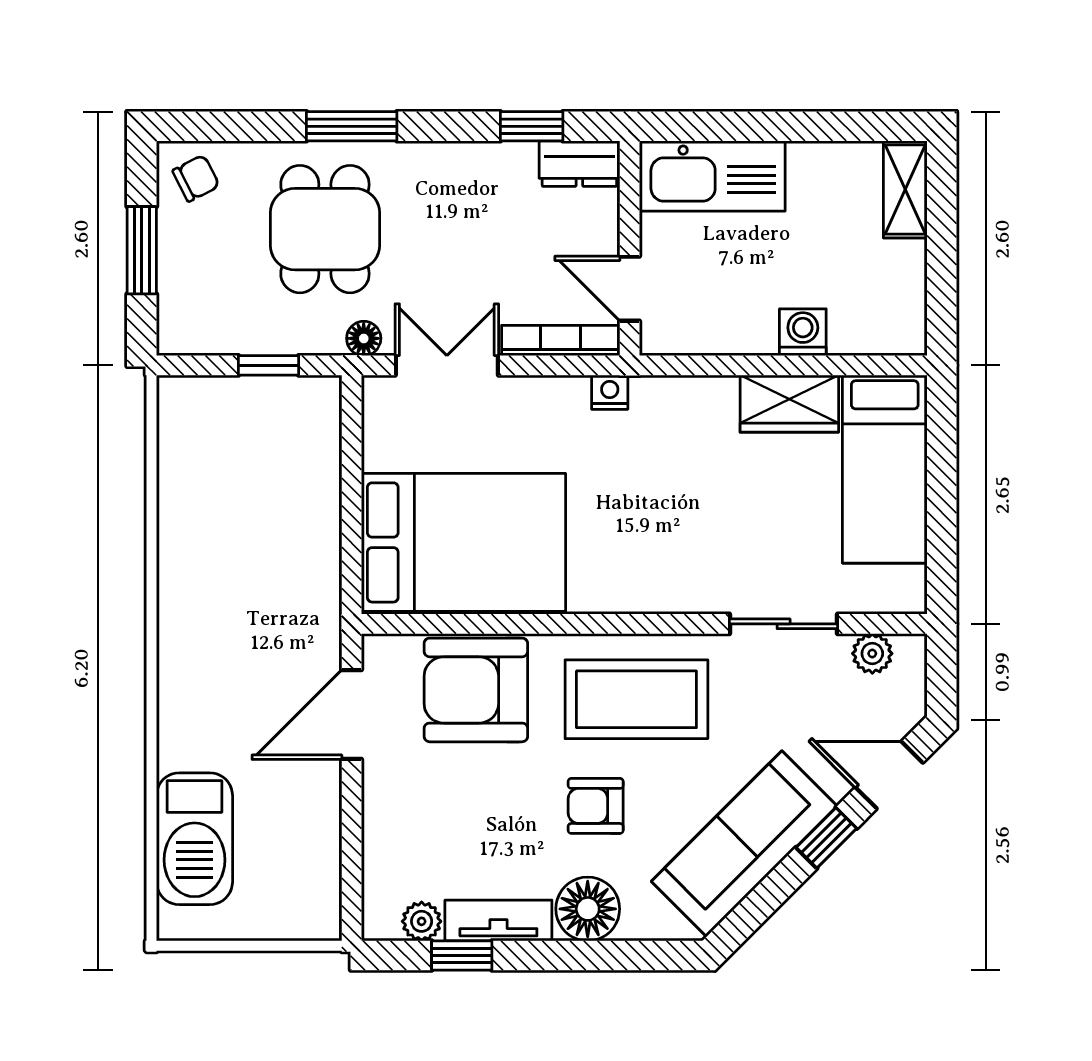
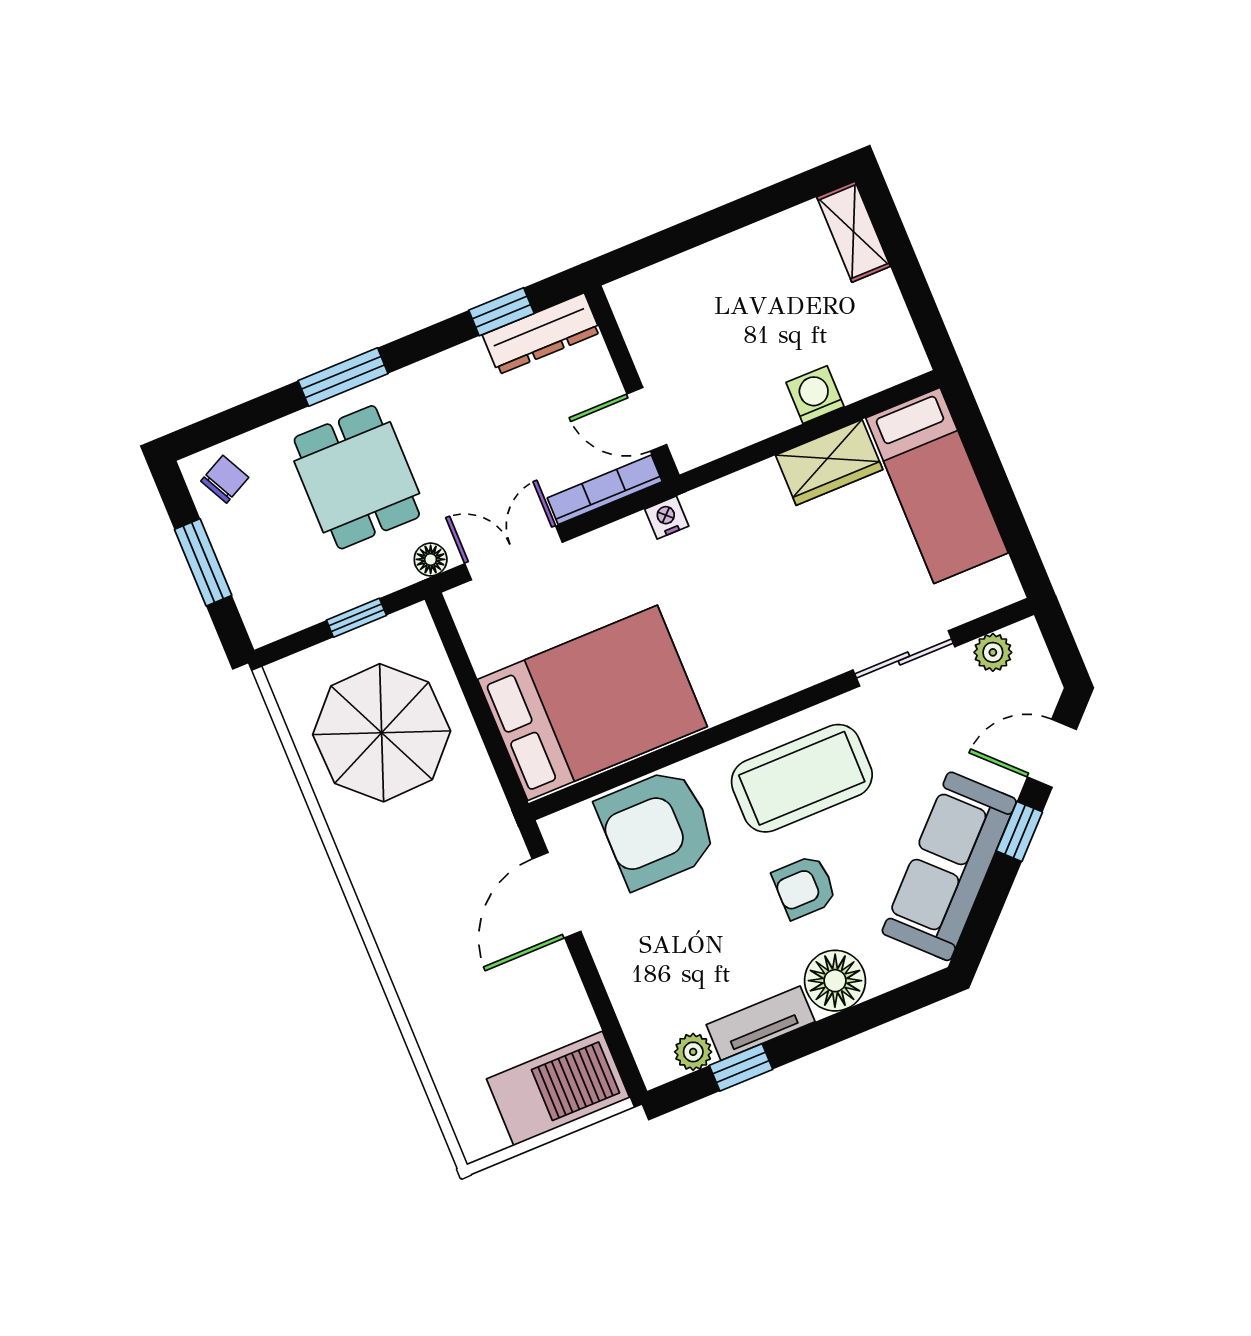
dresser: (579, 164) -> (542, 334), width x1.44
kitchen sink: (712, 176) -> (679, 290), removed
parasol: (247, 487) -> (382, 733), added
barbecue: (194, 839) -> (558, 1088), moved, turned -90

